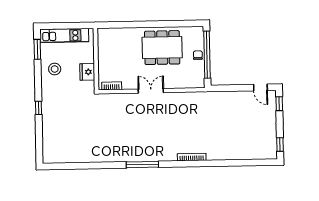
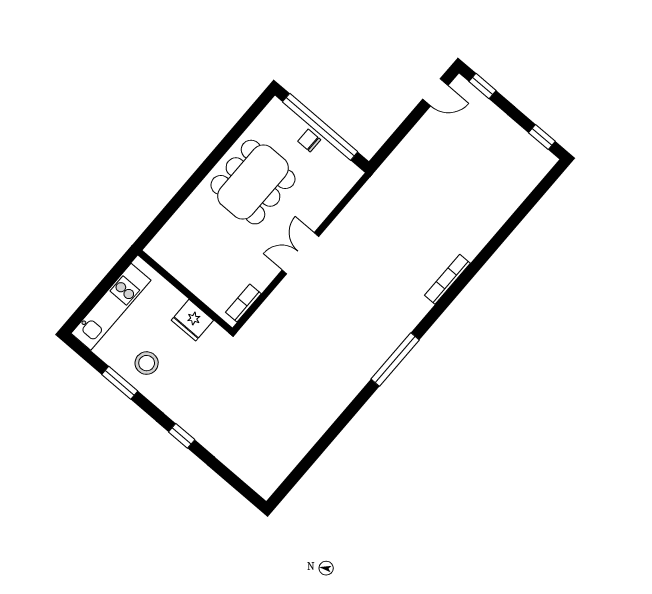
window: (37, 49) -> (120, 383), moved

